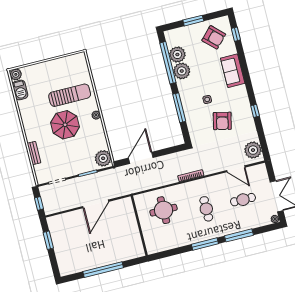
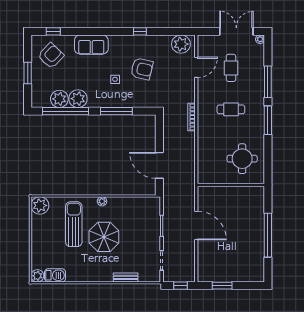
plant: (103, 158) -> (40, 205), moved
round table: (163, 210) -> (242, 159), moved

